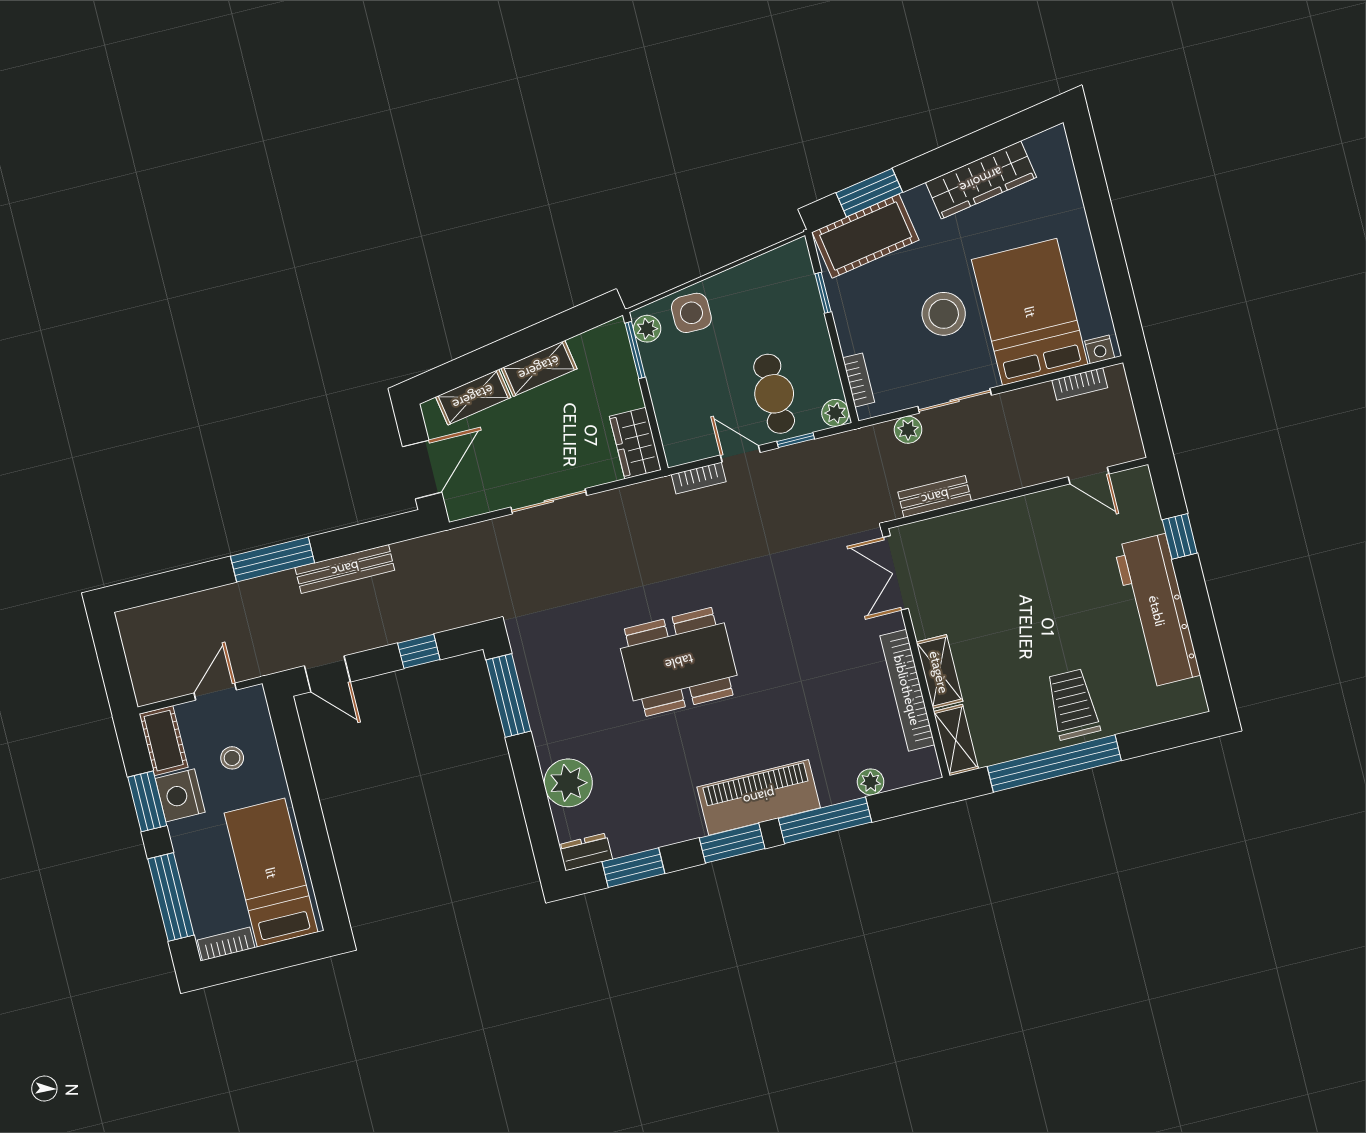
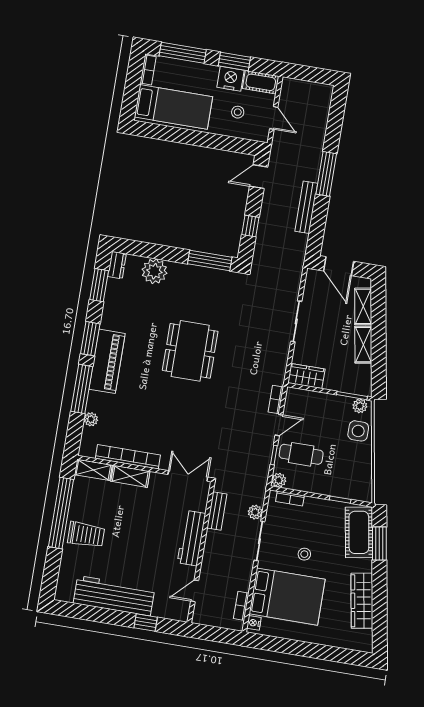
stool: (944, 314) -> (304, 554), width x0.53, depth x0.53
workbench: (1000, 520) -> (191, 538), added

